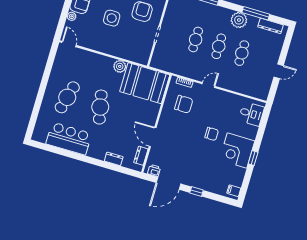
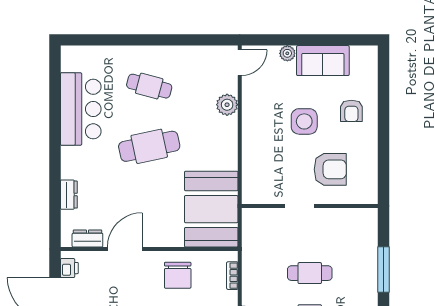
plant: (120, 66) -> (227, 105), moved
cafe table: (67, 97) -> (149, 86), width x0.73, depth x0.74
chair: (184, 104) -> (178, 275), moved

